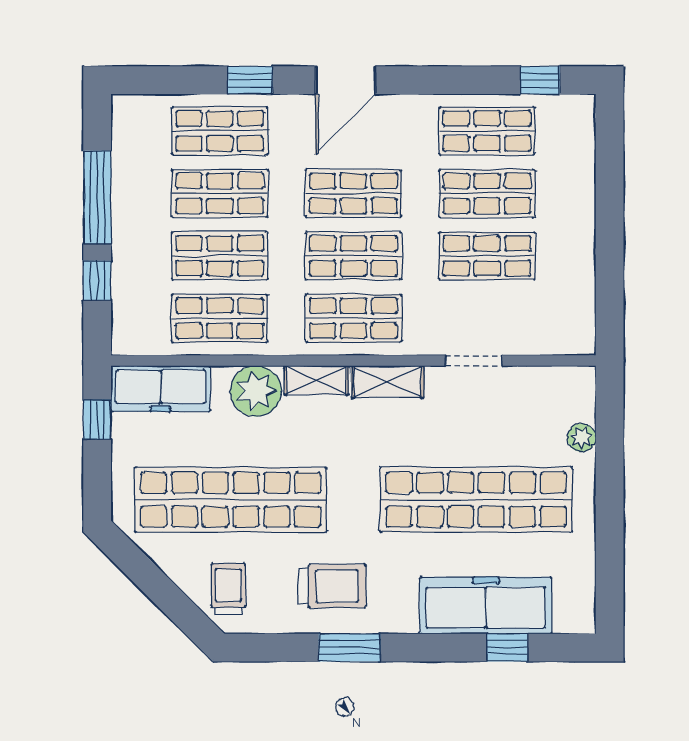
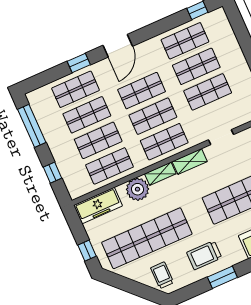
window: (97, 197) -> (32, 126), moved
window: (97, 419) -> (87, 251), moved
trolley: (332, 586) -> (204, 255), turned 180

